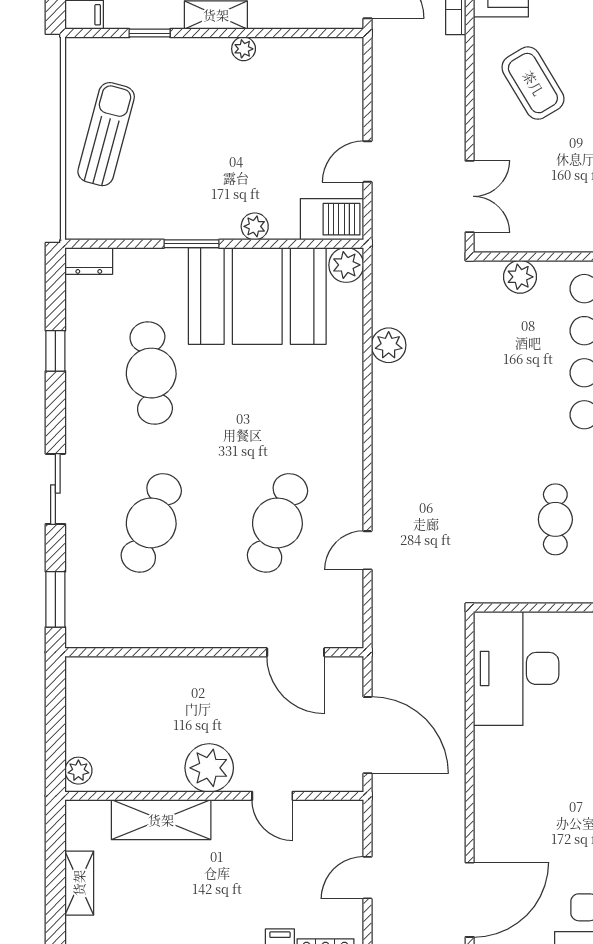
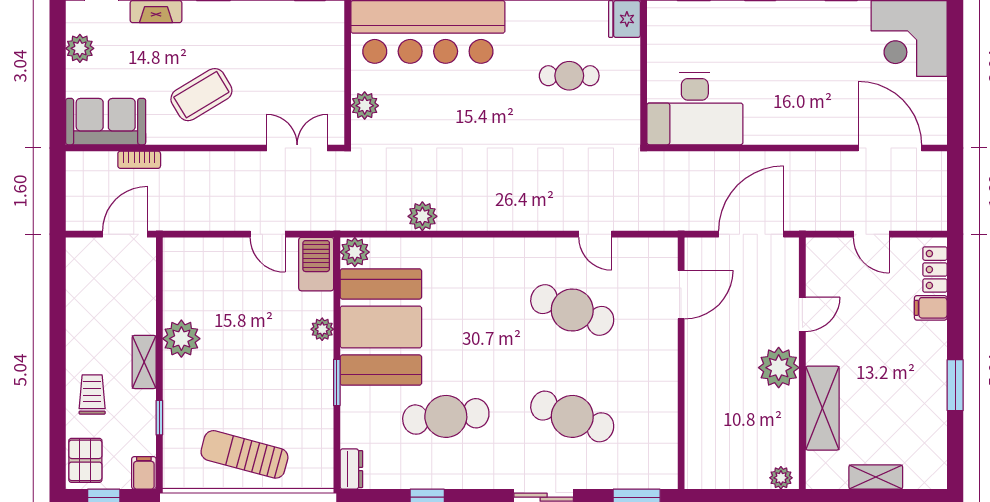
plant: (244, 49) -> (181, 339), width x1.87, depth x1.87

